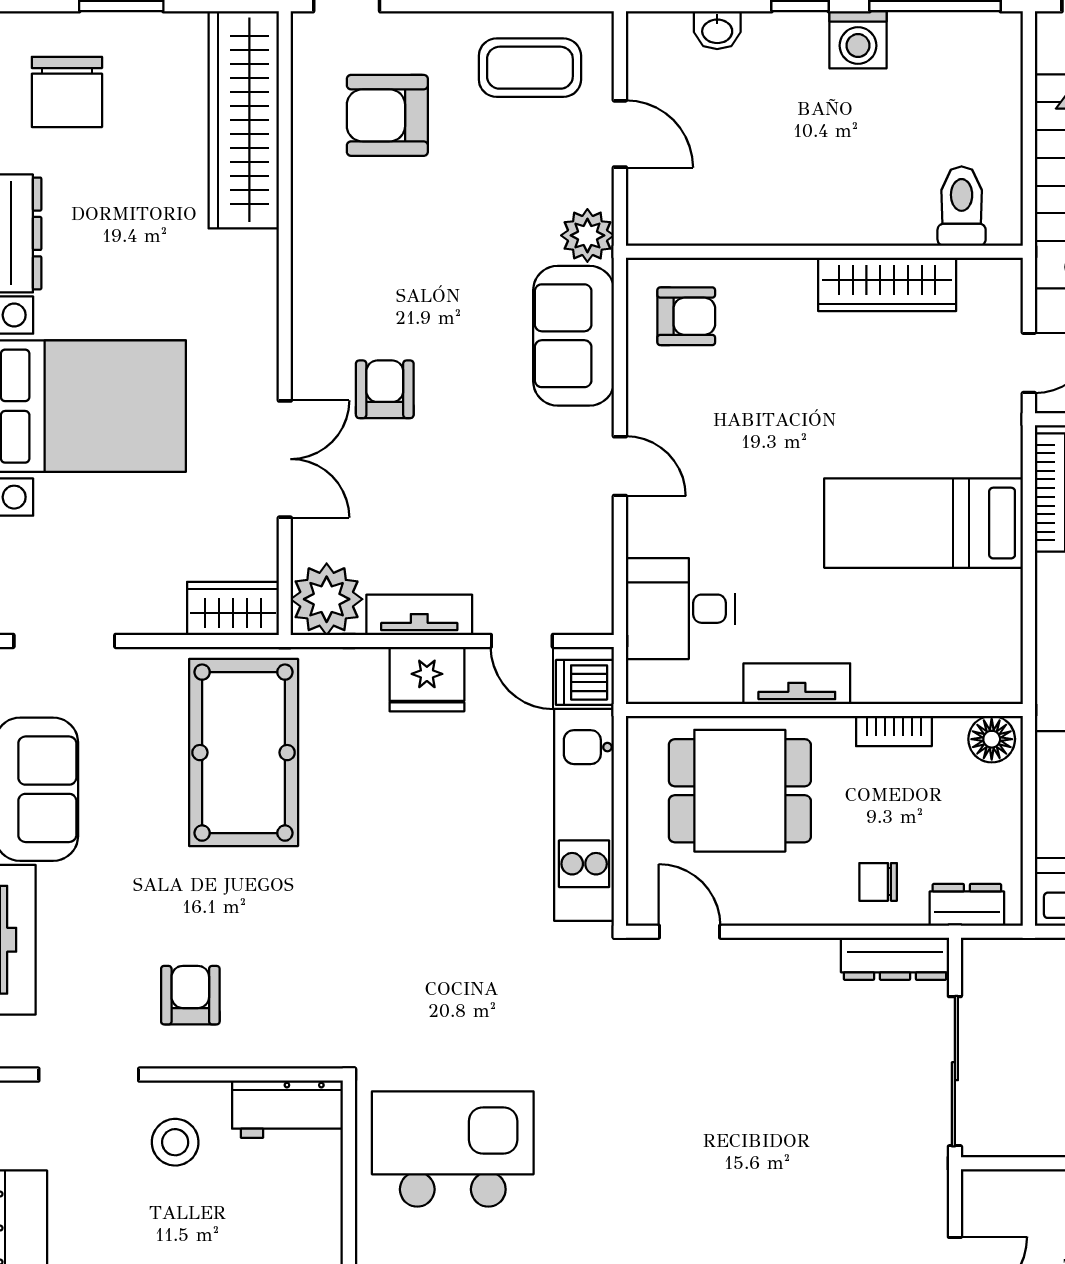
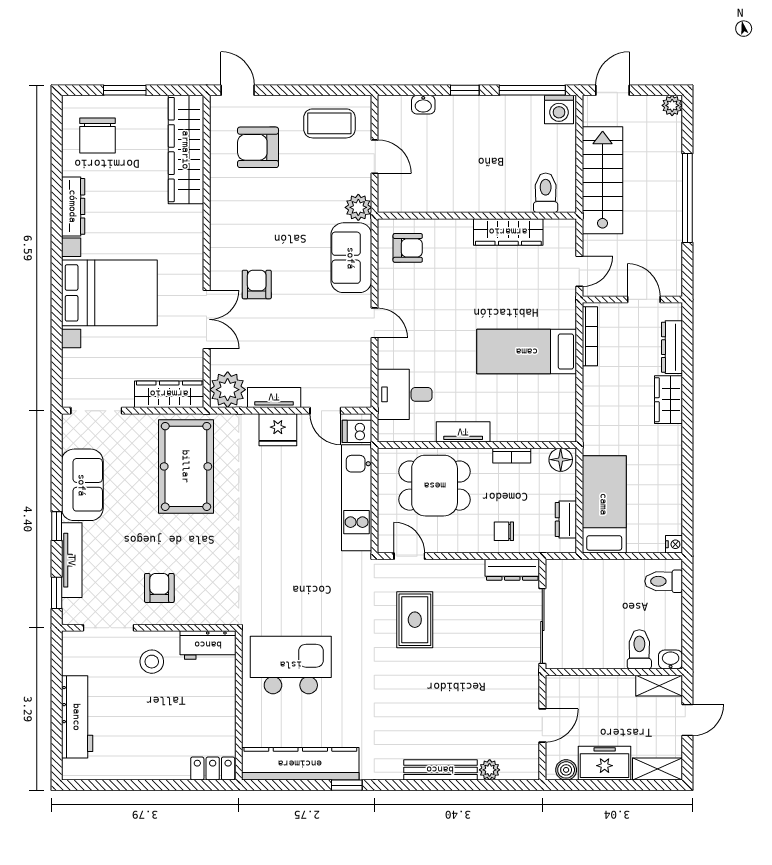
washing machine: (858, 40) -> (559, 109), moved
wardrobe: (233, 608) -> (169, 394), width x1.50
dresser: (967, 905) -> (566, 519), moved, turned -90
rug: (700, 1059) -> (415, 620), added

